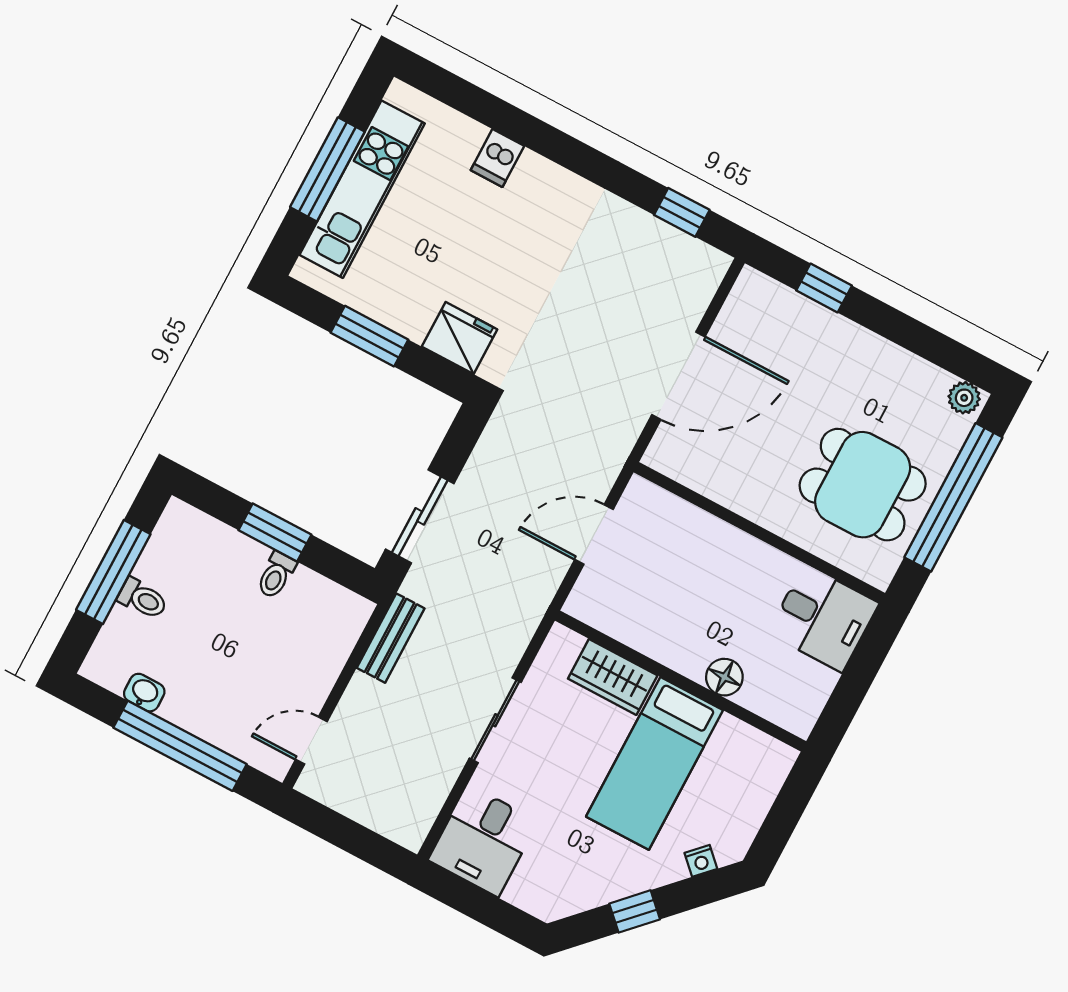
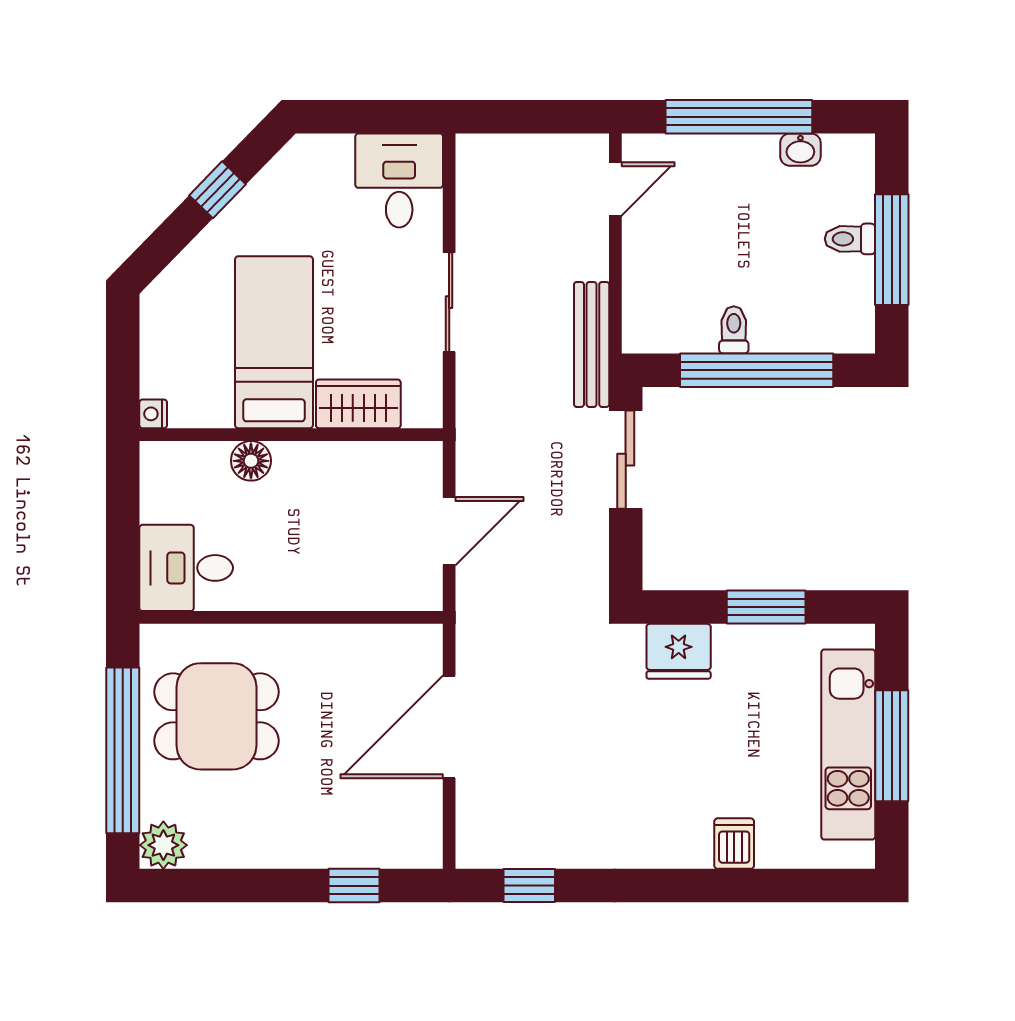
plant: (964, 398) -> (163, 845), width x1.38, depth x1.38
window: (275, 532) -> (757, 370), width x2.11
bench: (391, 638) -> (592, 344), width x1.36
nightstand: (701, 861) -> (153, 414), moved, turned -44

